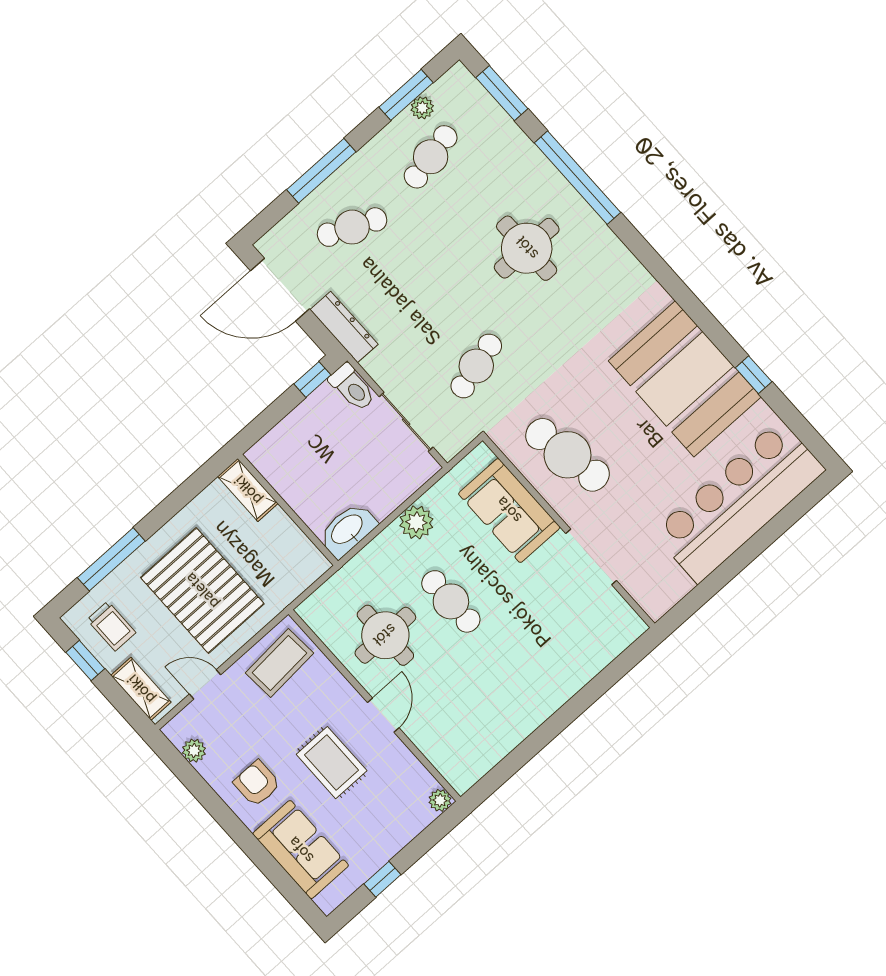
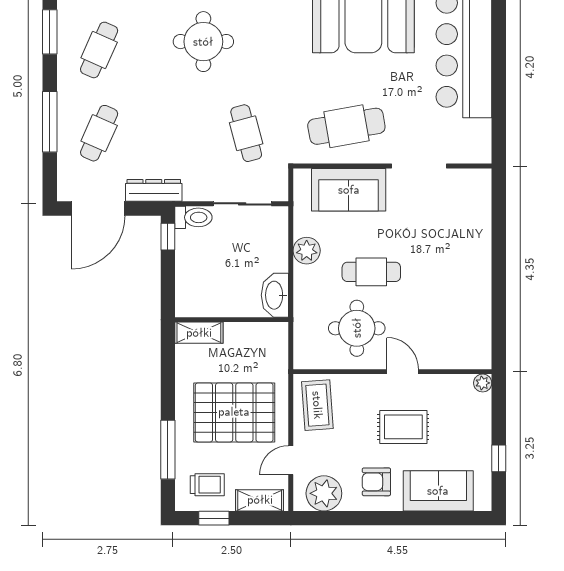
plant: (422, 108) -> (66, 29), removed
cafe table: (431, 157) -> (99, 50), turned 36
plant: (194, 751) -> (324, 493), width x1.88, depth x1.88

